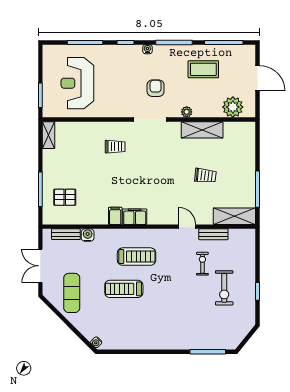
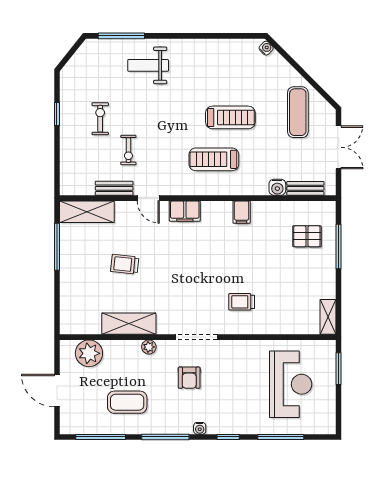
filing cabinet: (135, 217) -> (185, 211), moved
exercise bike: (224, 288) -> (100, 119), width x0.73, depth x0.72
weight bench: (187, 329) -> (148, 65), added

